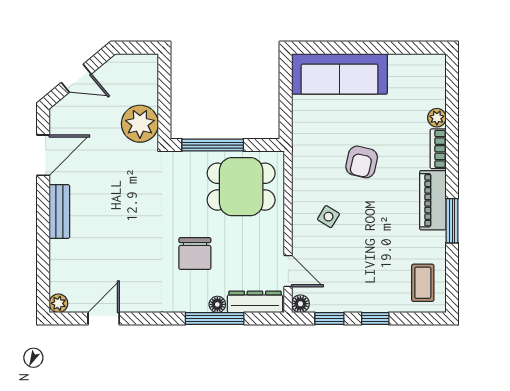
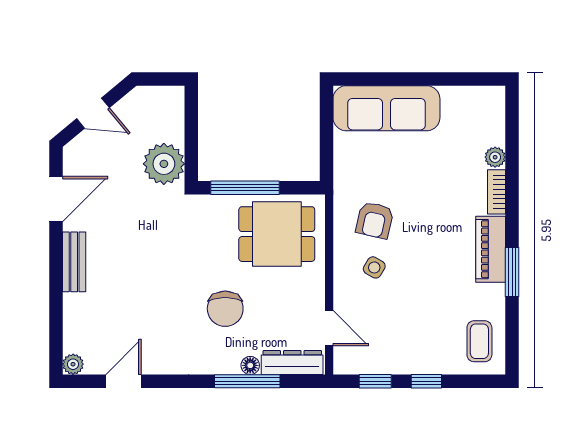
armchair: (362, 162) -> (375, 220), moved
floor lamp: (300, 304) -> (343, 365), removed

